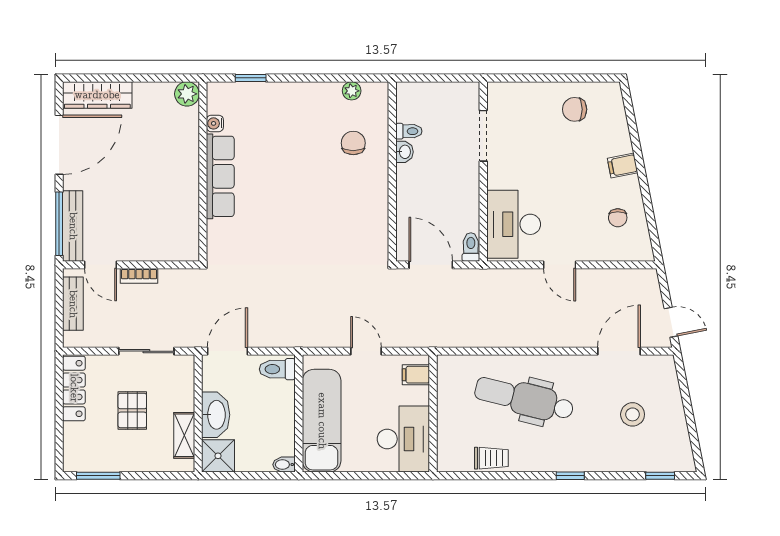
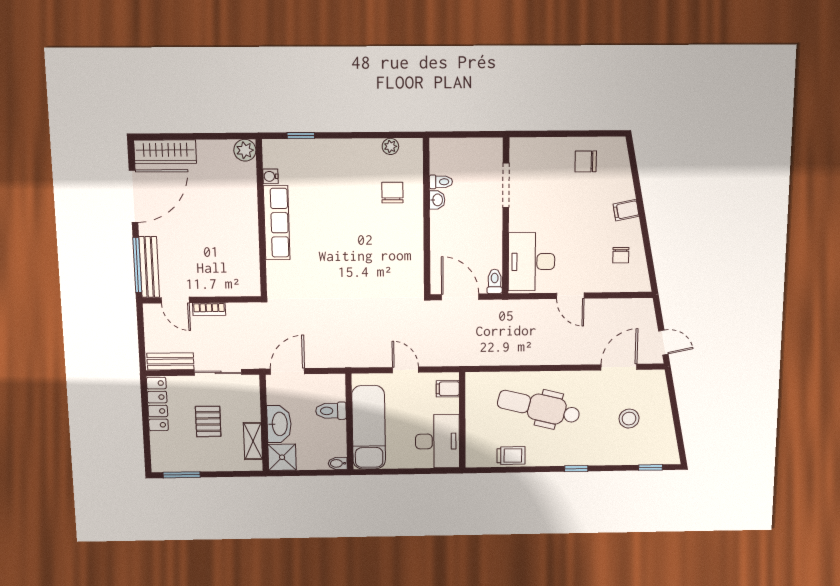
bench: (73, 304) -> (170, 361), moved, turned 90
toilet: (277, 369) -> (331, 411), moved

